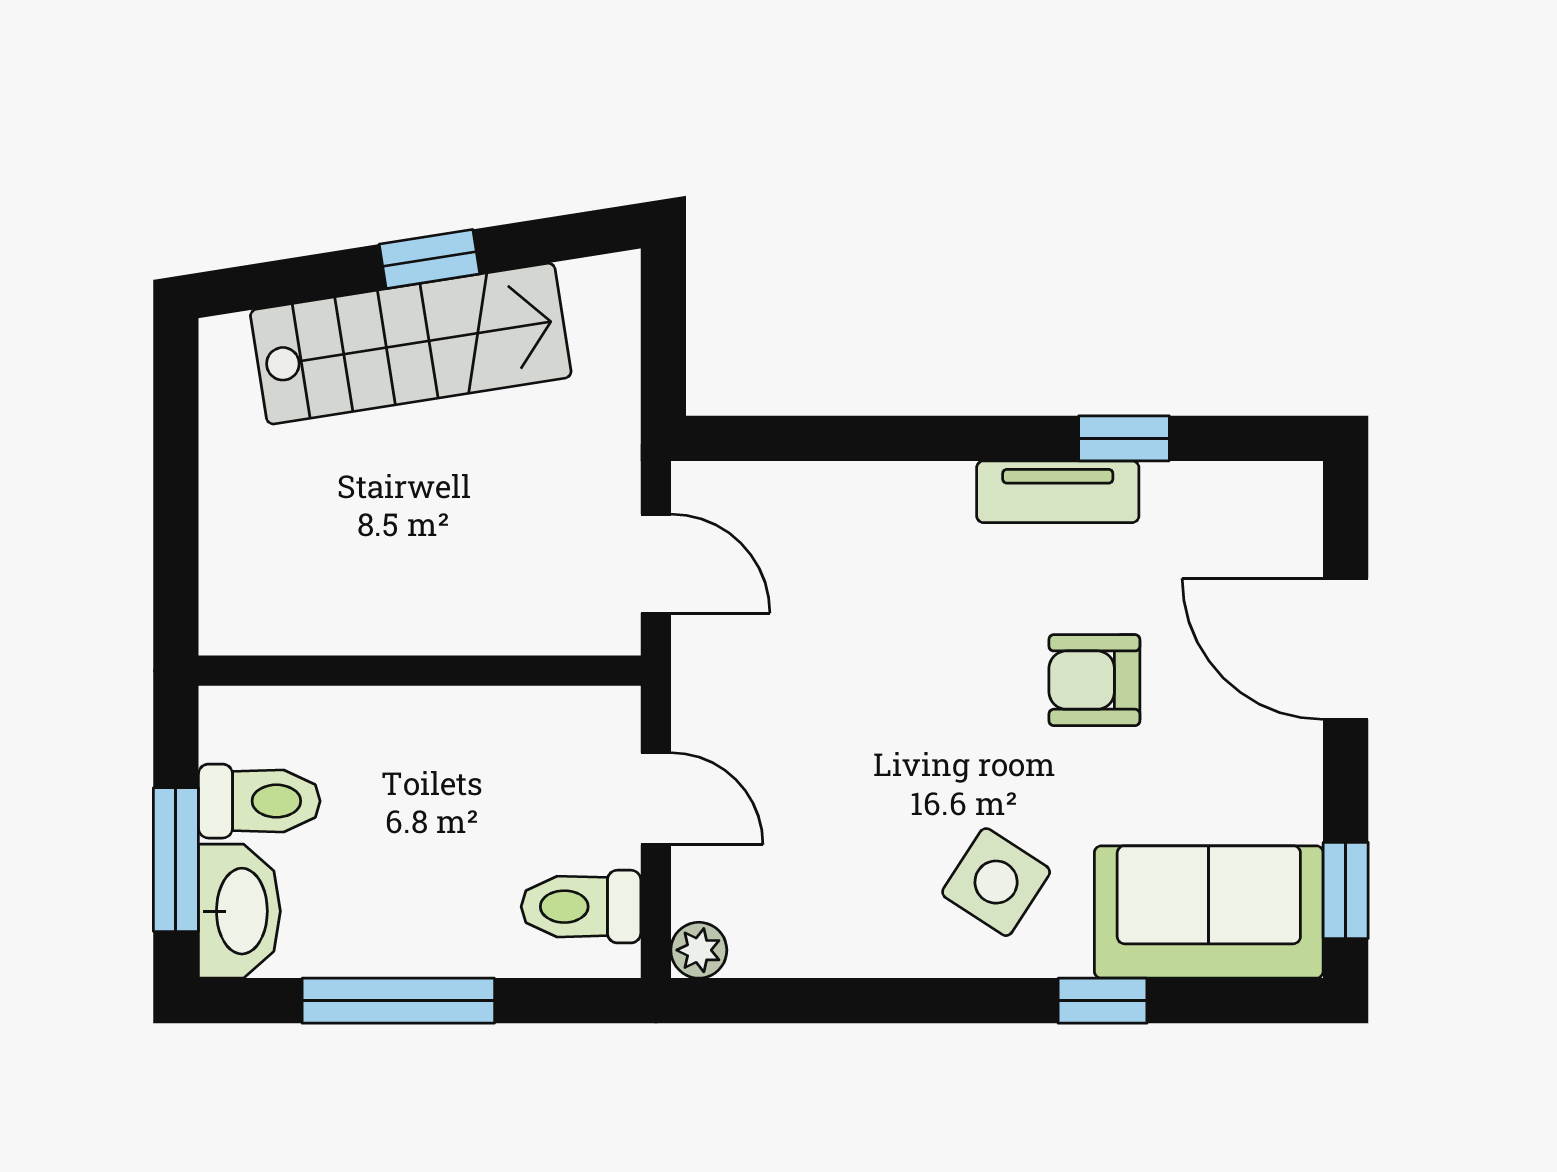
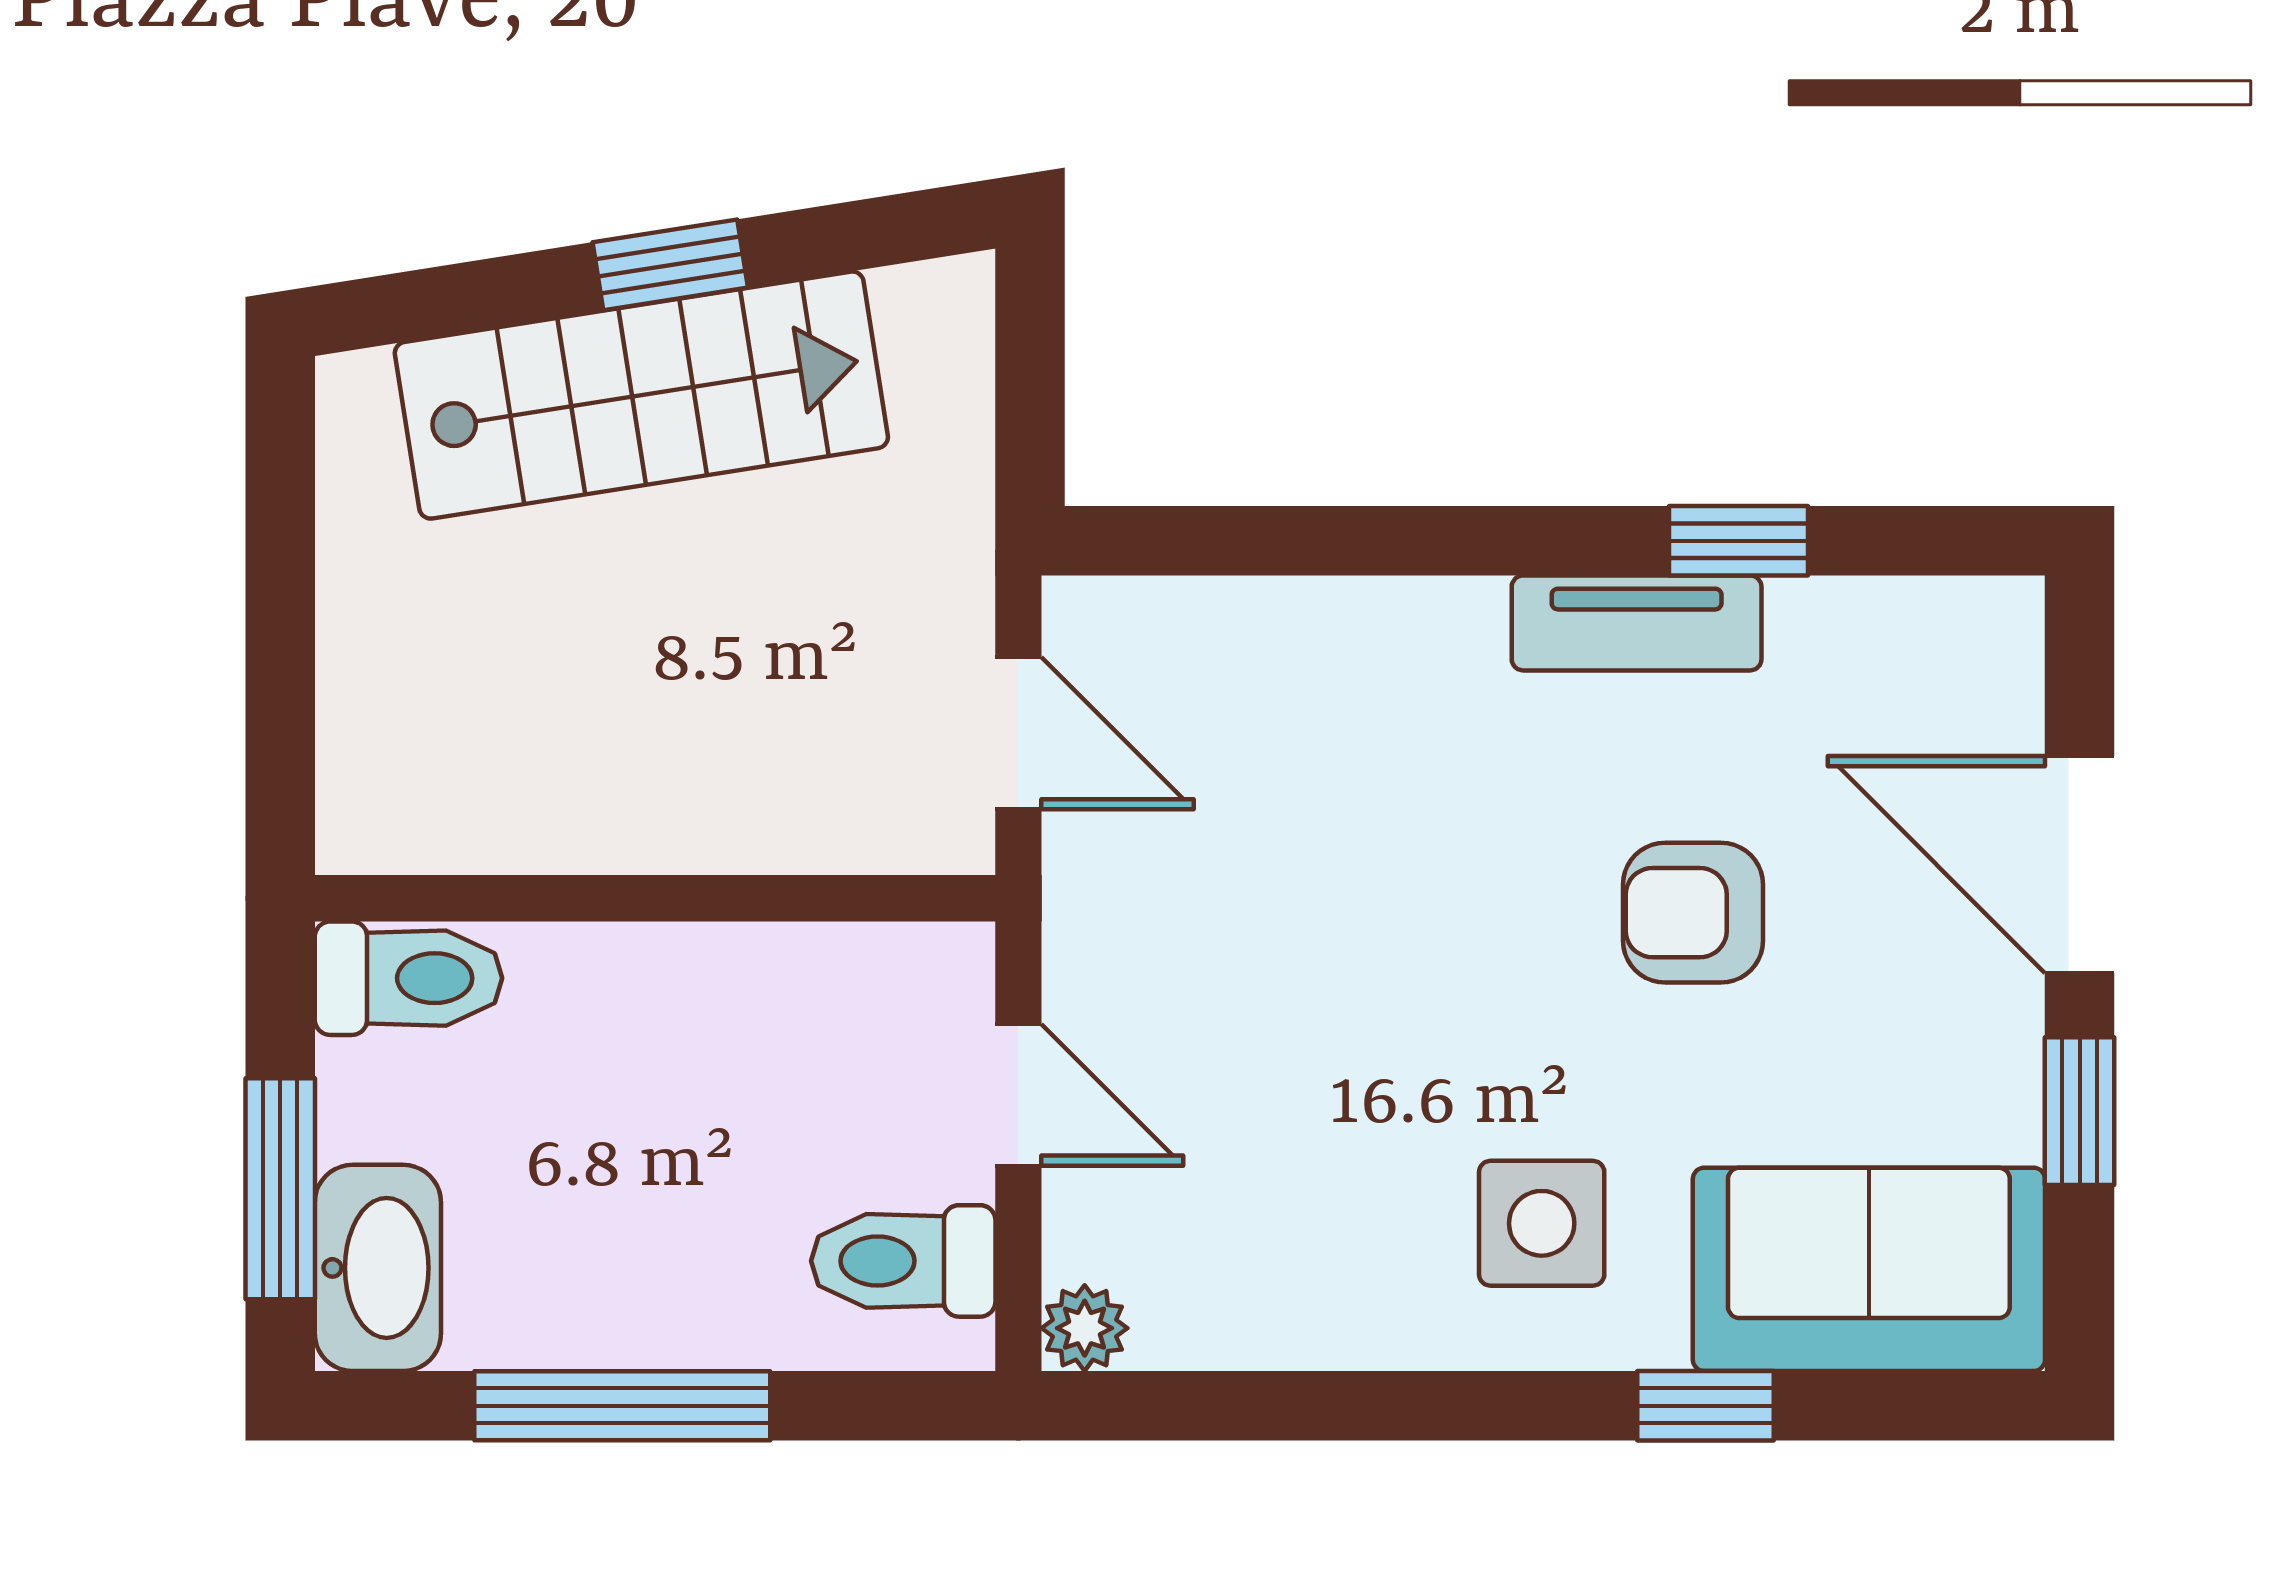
toilet: (259, 801) -> (408, 978), moved
side table: (996, 882) -> (1542, 1223), turned -33
window: (1346, 890) -> (2080, 1111), moved

